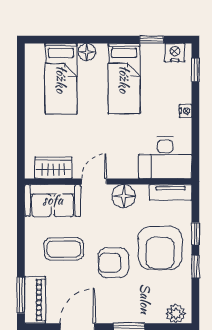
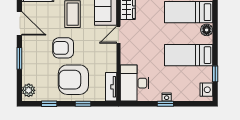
window: (195, 70) -> (165, 104), moved
door: (94, 181) -> (119, 35), swing flipped
floor lamp: (124, 196) -> (109, 55), removed
armchair: (113, 263) -> (63, 48), turned -90
window: (195, 267) -> (49, 104), moved

